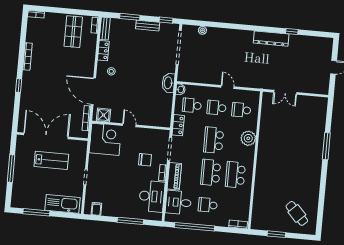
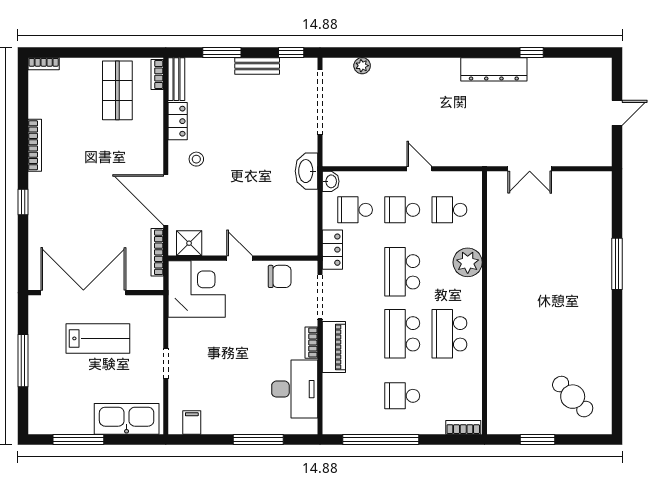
chair: (145, 160) -> (280, 276), moved
desk: (178, 202) -> (346, 396), removed

